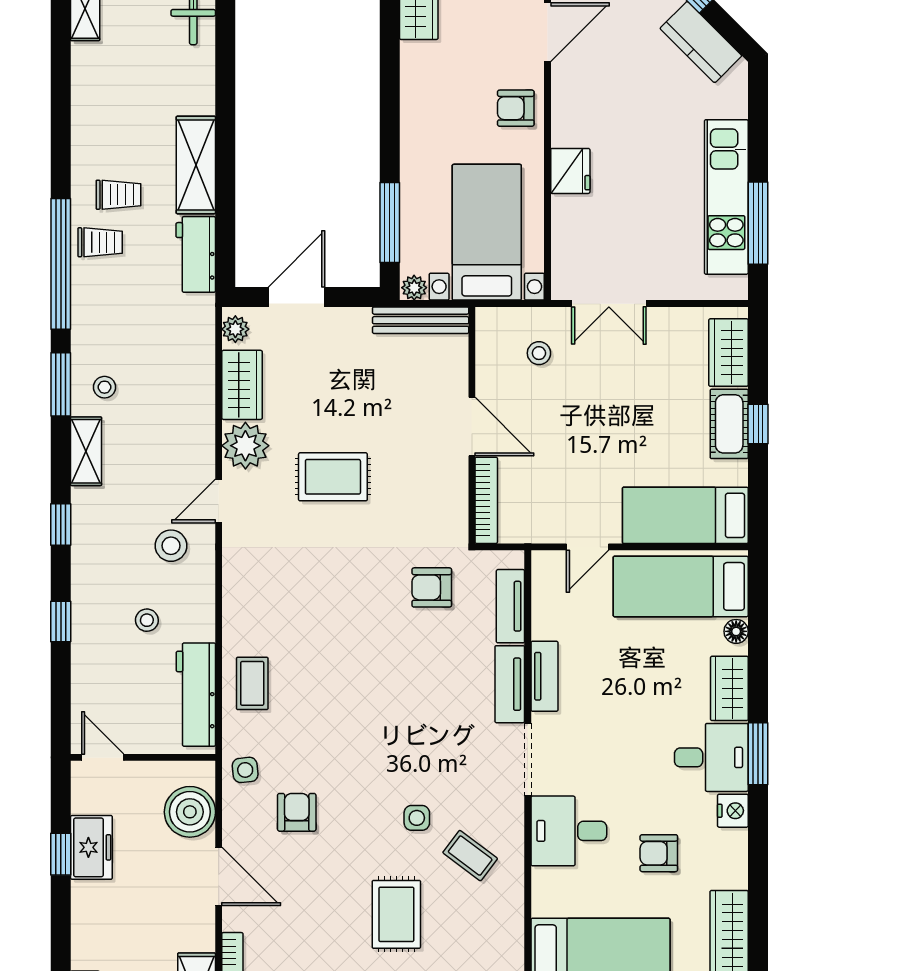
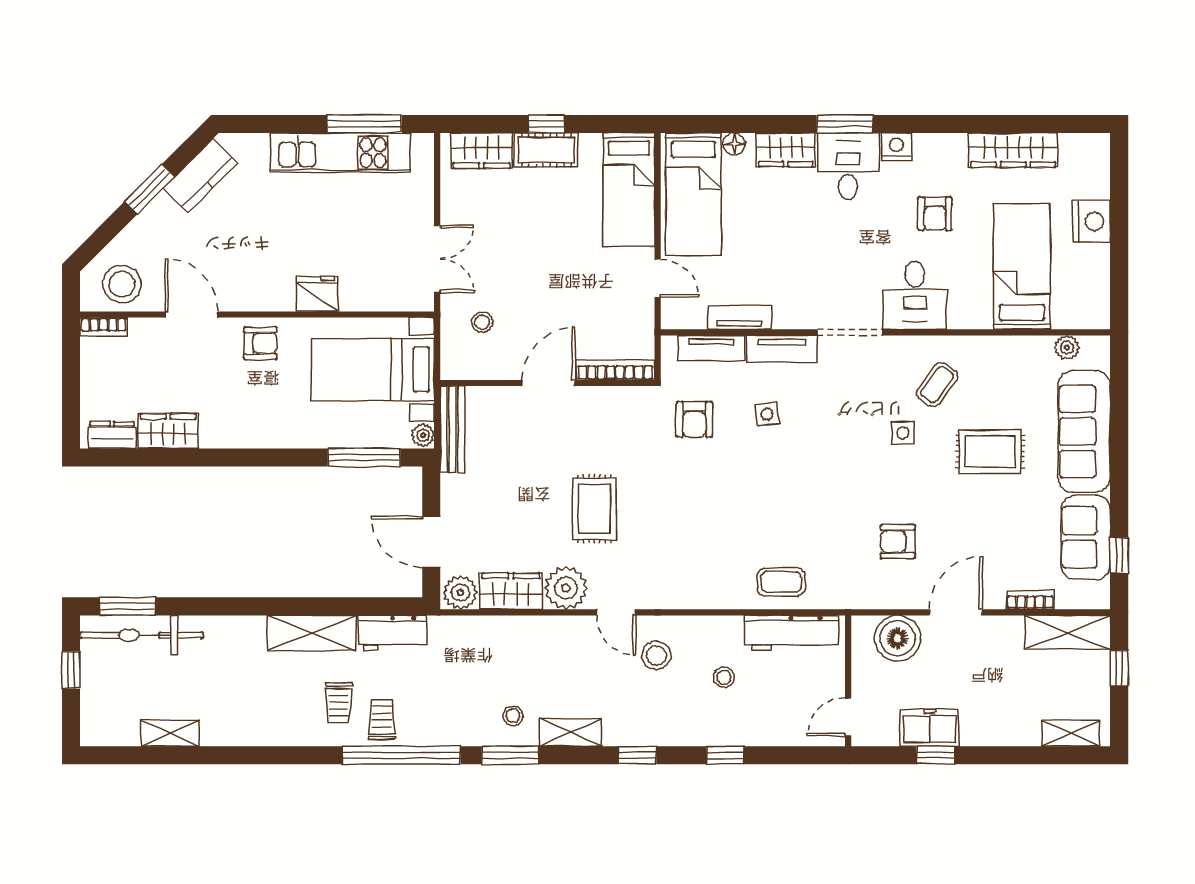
armchair: (516, 108) -> (260, 343), turned -90
trolley: (118, 195) -> (339, 703), turned 180
plant: (235, 329) -> (460, 593), width x1.38, depth x1.38
tv unit: (544, 676) -> (740, 317), moved
side table: (245, 770) -> (767, 414), moved

